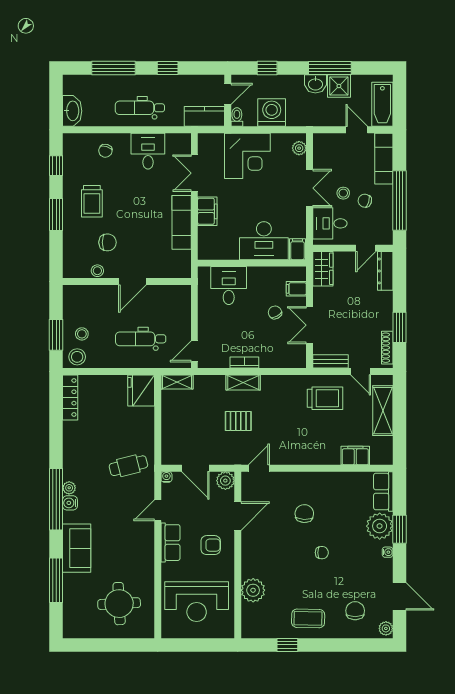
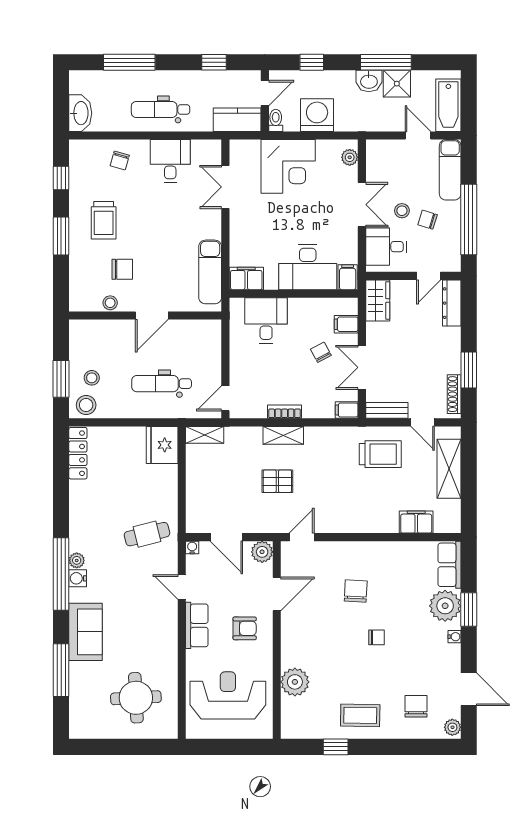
window: (168, 68) -> (214, 62), moved
filing cabinet: (207, 211) -> (246, 278), moved, turned -90
exam couch: (182, 222) -> (210, 272), moved
filing cabinet: (297, 361) -> (347, 410), added
door: (158, 510) -> (182, 587), hinge flipped
reception desk: (197, 602) -> (228, 695), turned 180

